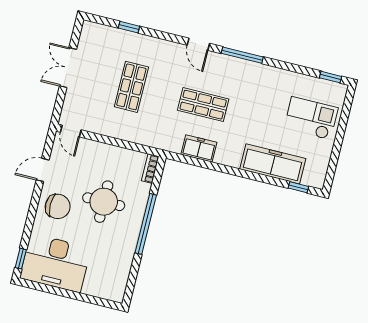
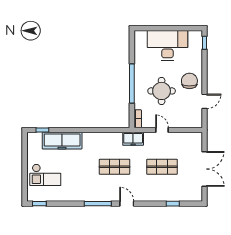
double door: (68, 68) -> (204, 169), width x1.37
shop shelf: (131, 87) -> (162, 167), turned 90
door: (71, 131) -> (162, 130), moved
freezer: (199, 148) -> (133, 139), moved
chair: (58, 206) -> (189, 81), turned 90
desk: (55, 263) -> (167, 45), moved

